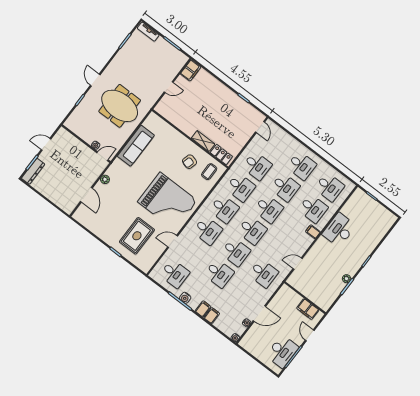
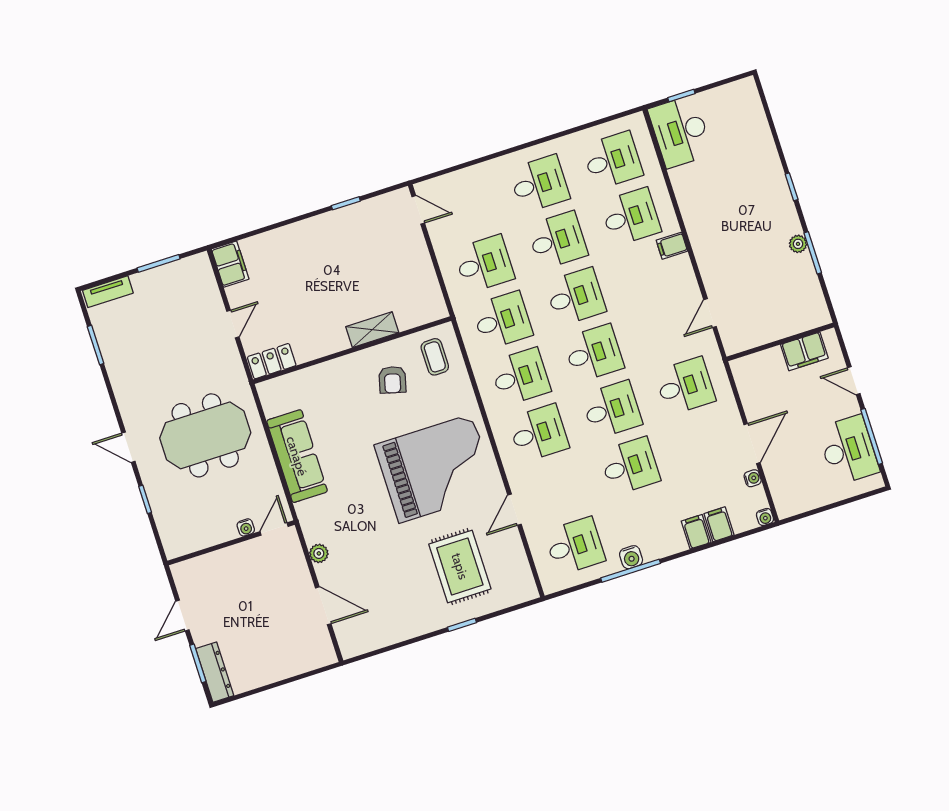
locker: (221, 155) -> (272, 361), moved
desk: (339, 230) -> (680, 132), moved
filing cabinet: (203, 309) -> (719, 524), moved

